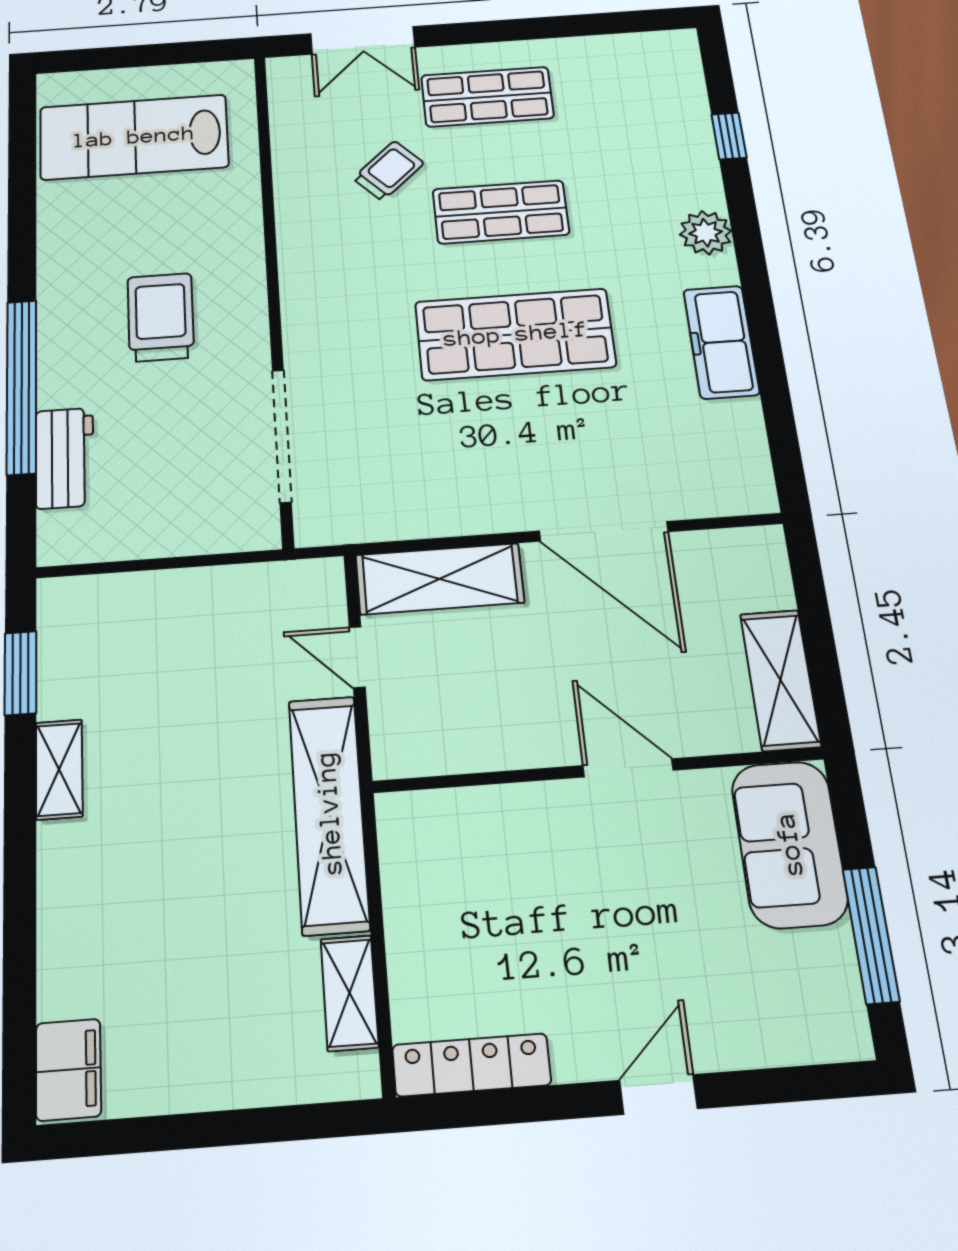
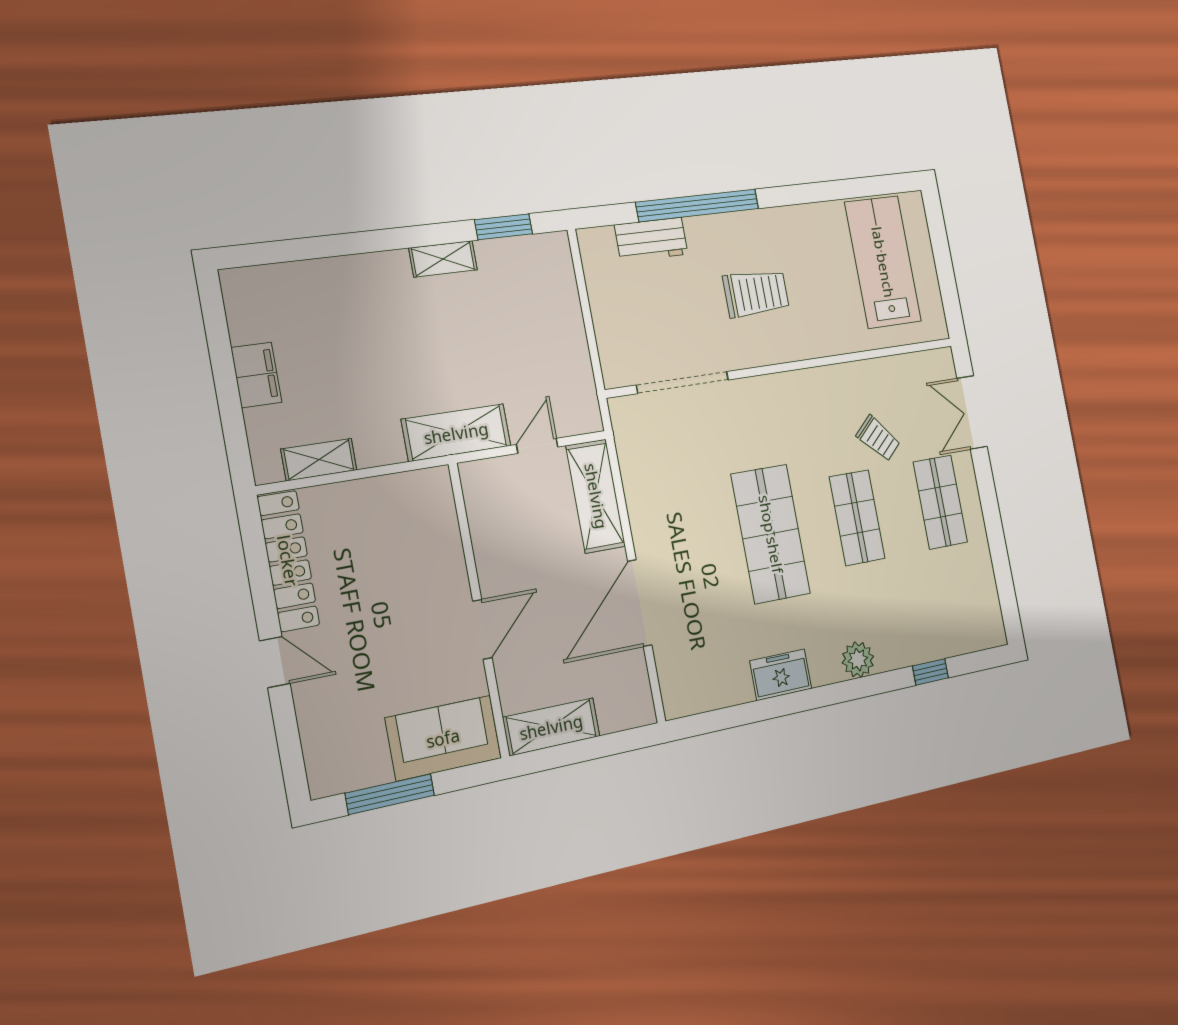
freezer: (721, 342) -> (781, 675), width x0.71
shelving: (329, 813) -> (456, 433), width x0.68
locker: (471, 1065) -> (288, 561), width x1.41, depth x1.21
filing cabinet: (68, 1070) -> (256, 375), moved, turned -90

